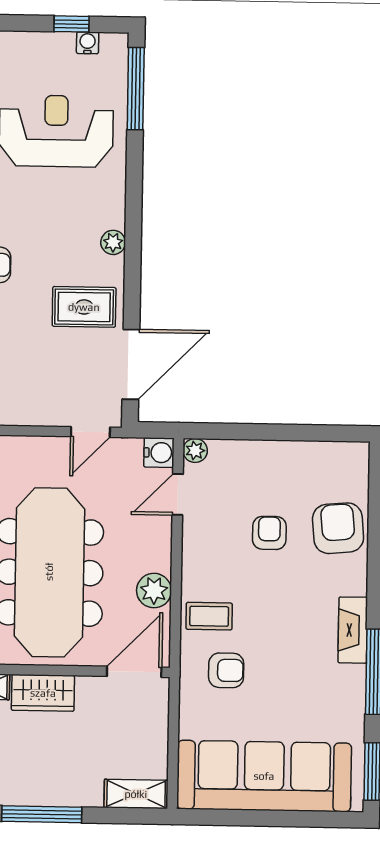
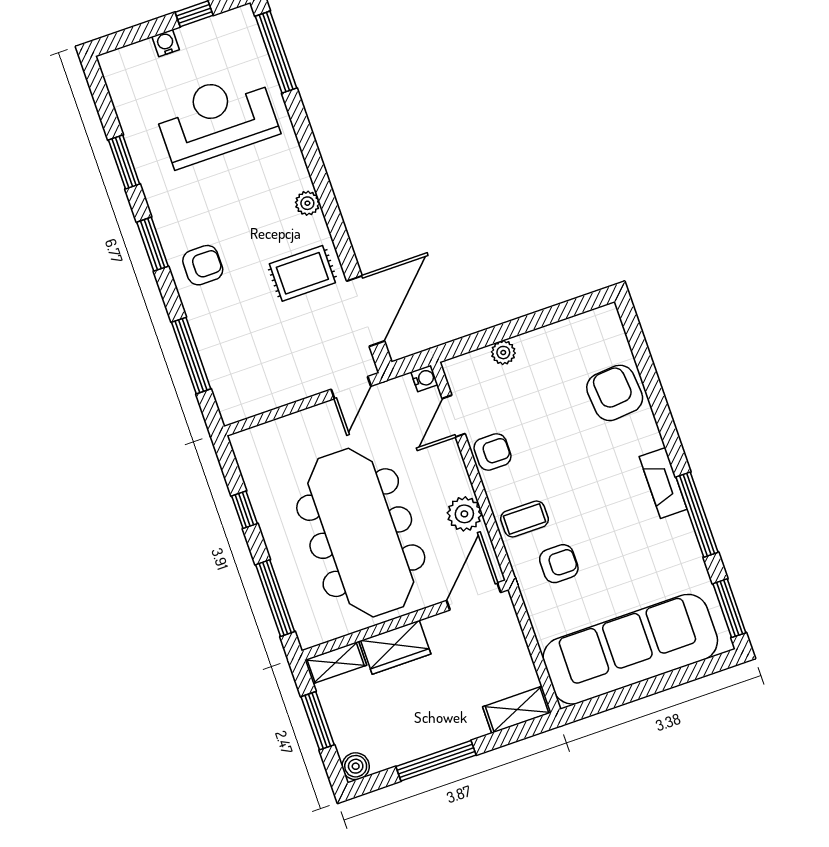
water cooler: (88, 43) -> (166, 43), moved
plant: (195, 450) -> (503, 353), moved
water cooler: (159, 453) -> (424, 378), width x0.72, depth x0.72
armchair: (269, 533) -> (492, 452), moved, turned 90

